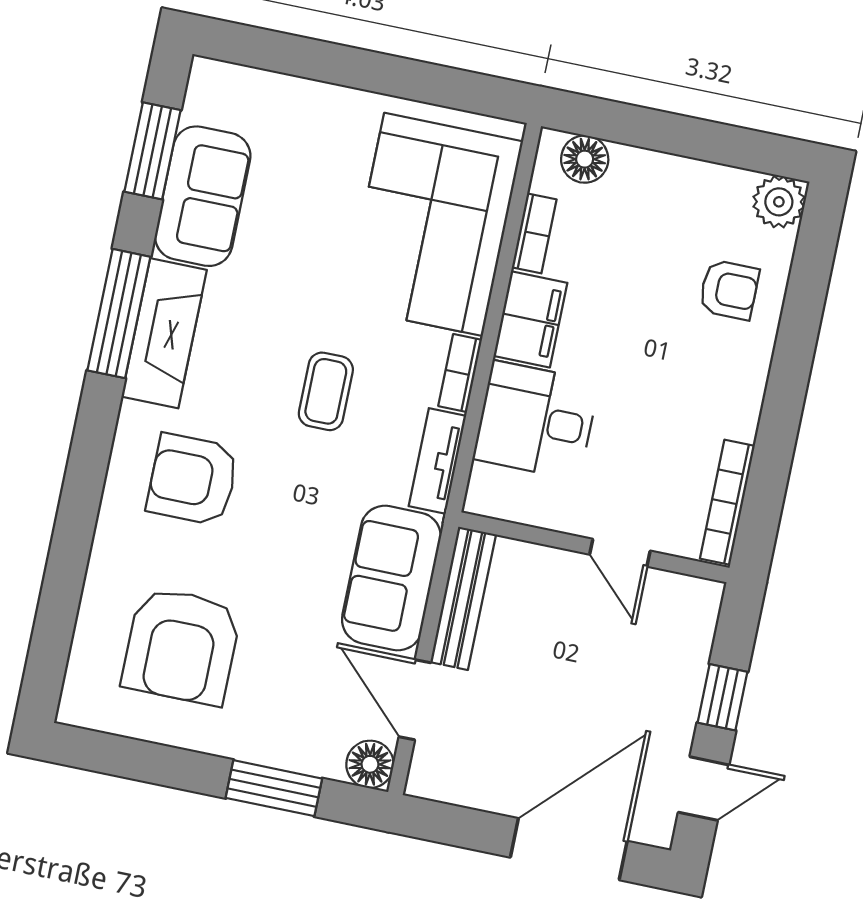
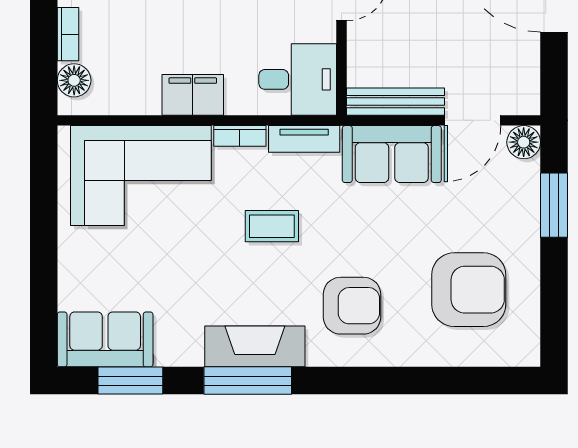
sofa: (203, 196) -> (105, 339), moved
bookcase: (534, 233) -> (68, 34), moved, turned 90
desk: (536, 420) -> (298, 79), moved, turned -90
armchair: (193, 480) -> (352, 306), turned -90

